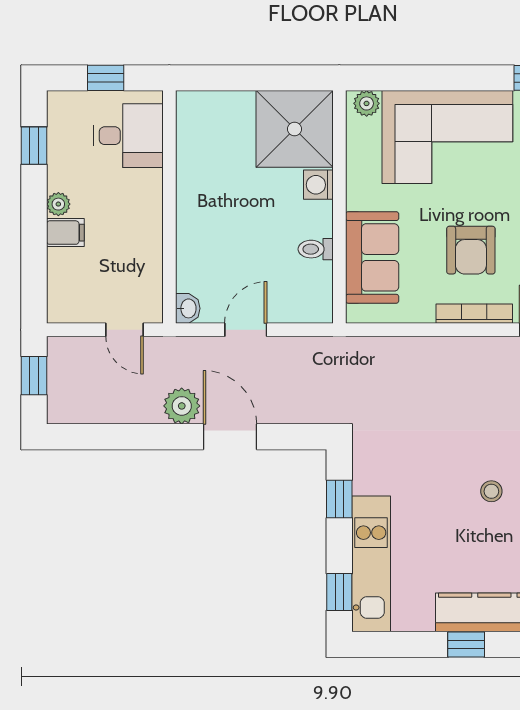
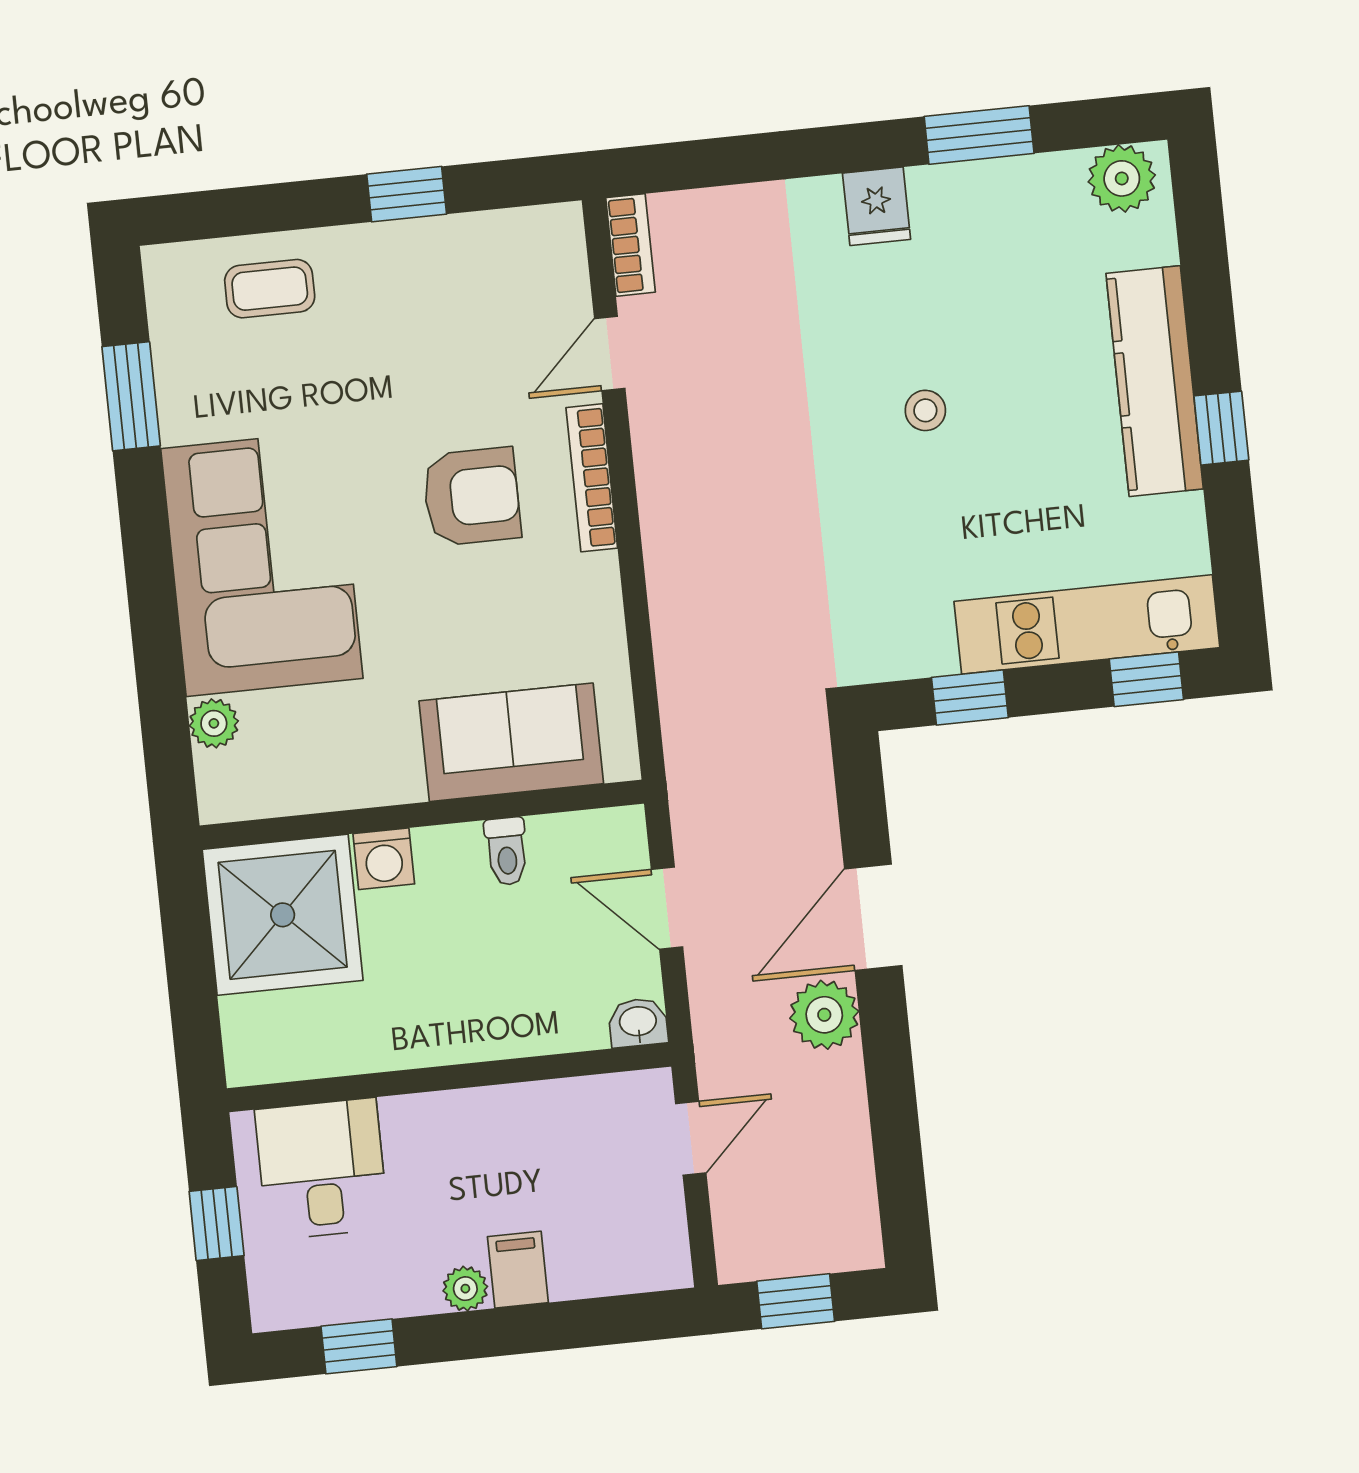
shower: (295, 129) -> (283, 915), moved
washing machine: (318, 185) -> (384, 859), moved
wall: (339, 207) -> (422, 815), moved
toilet: (316, 249) -> (506, 851), moved
sofa: (372, 257) -> (511, 742), moved

